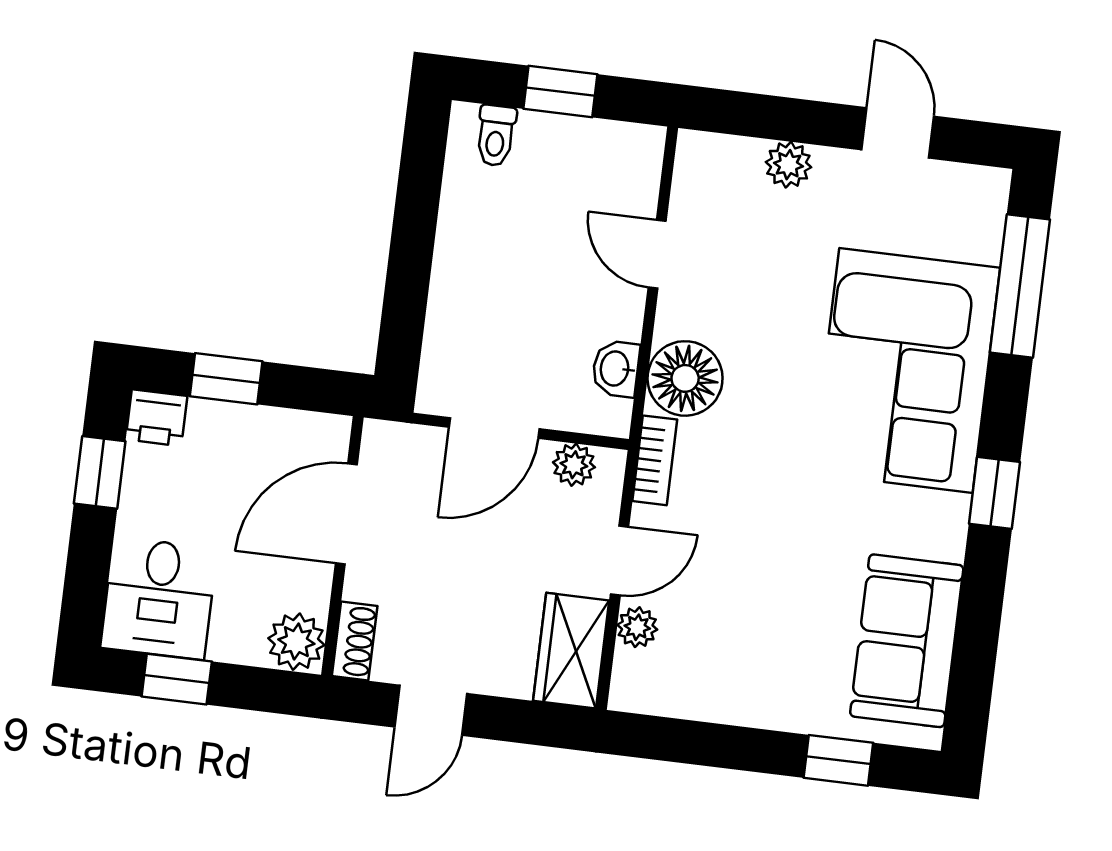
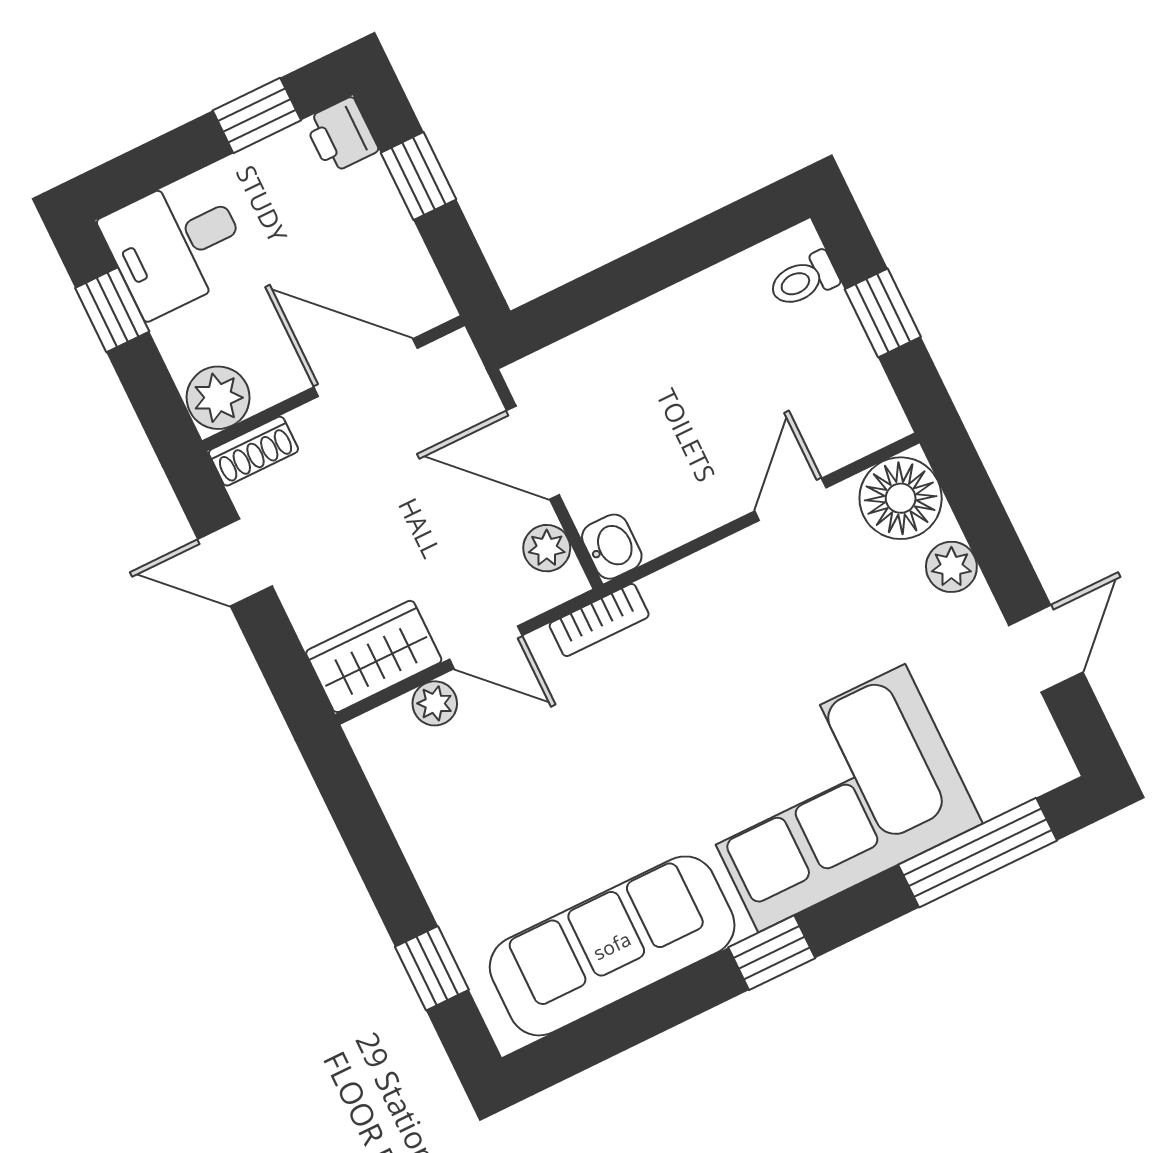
washbasin: (616, 369) -> (612, 547), moved, turned 90
floor lamp: (685, 378) -> (901, 498), moved
sofa: (907, 641) -> (612, 946), width x1.36

